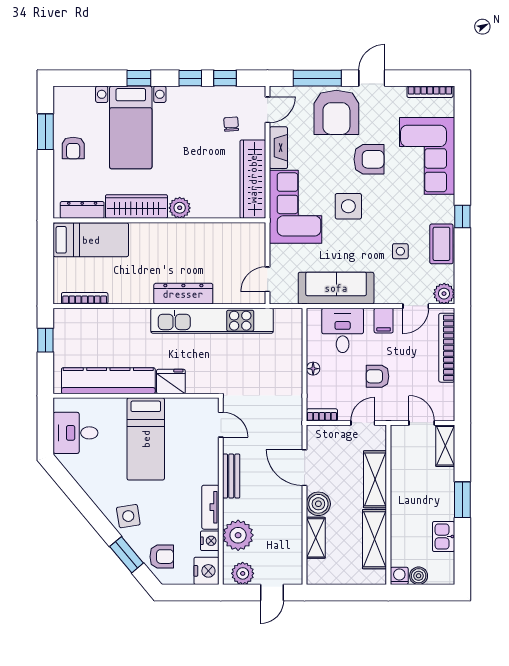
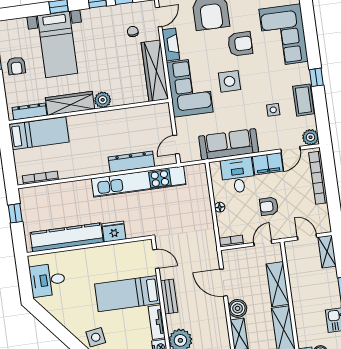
dresser: (183, 294) -> (131, 162), moved
filing cabinet: (384, 321) -> (268, 164), width x2.00
bed: (146, 439) -> (128, 294), moved, turned 90

